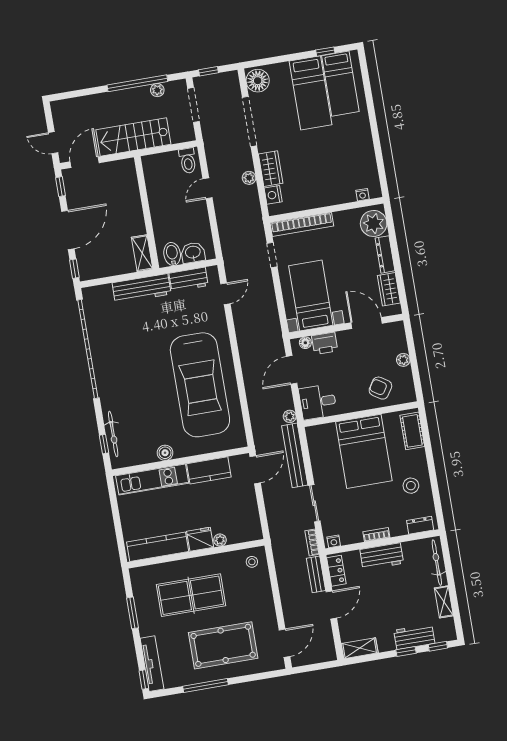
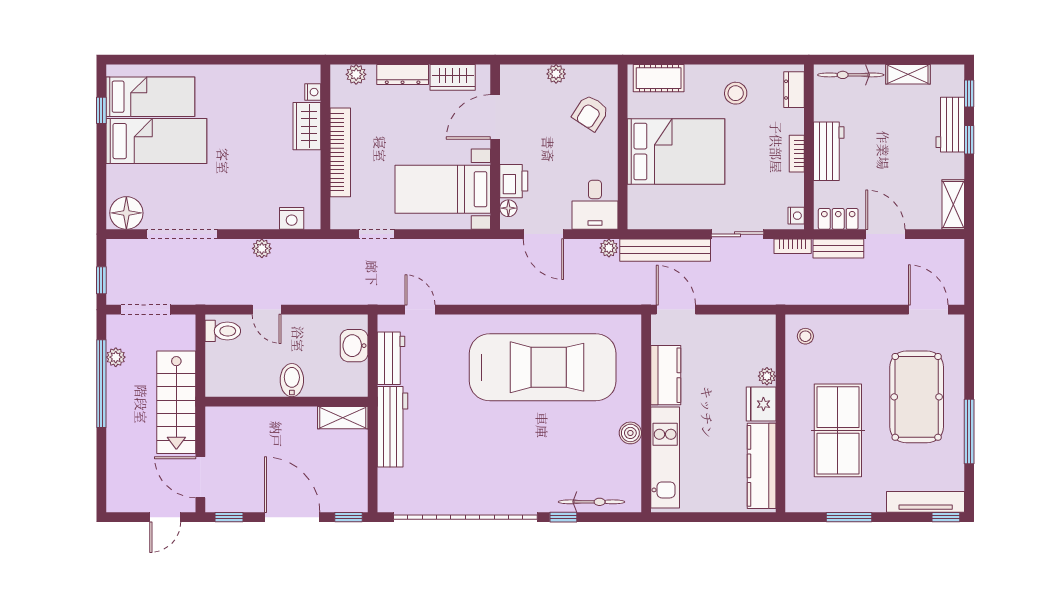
wardrobe: (271, 169) -> (307, 126), moved, turned -90
plant: (374, 223) -> (356, 74), width x0.53, depth x0.53
bookcase: (302, 224) -> (340, 152), moved
bidet: (172, 254) -> (292, 380), moved, turned 90
window: (104, 444) -> (563, 517), moved

